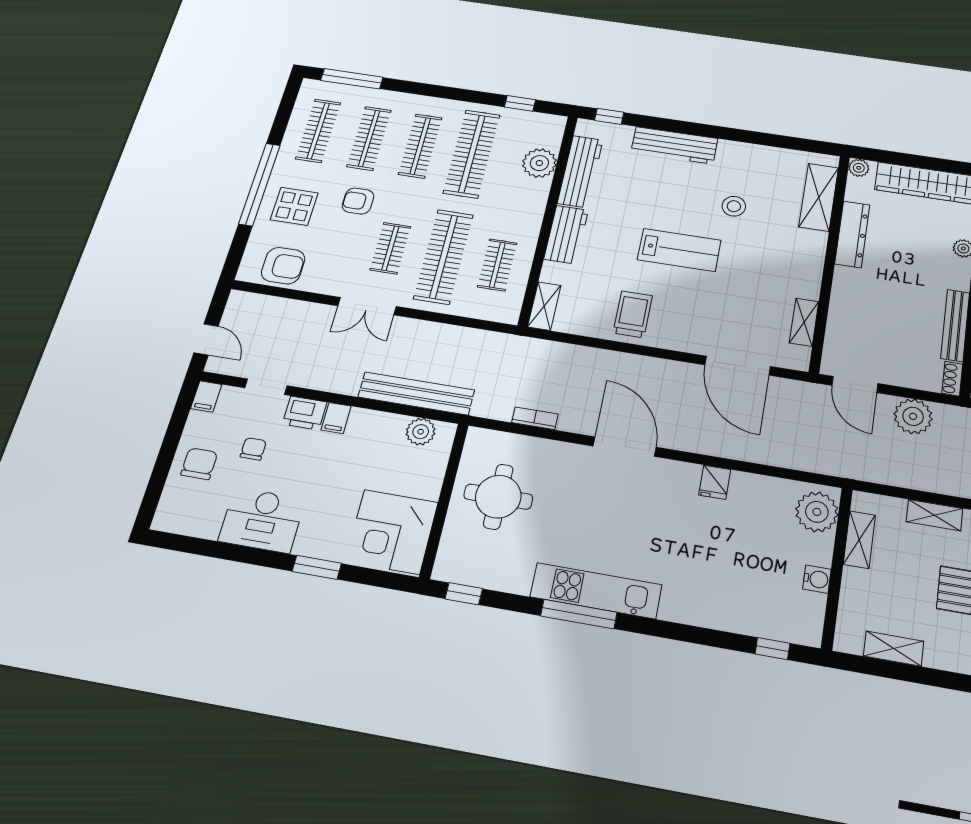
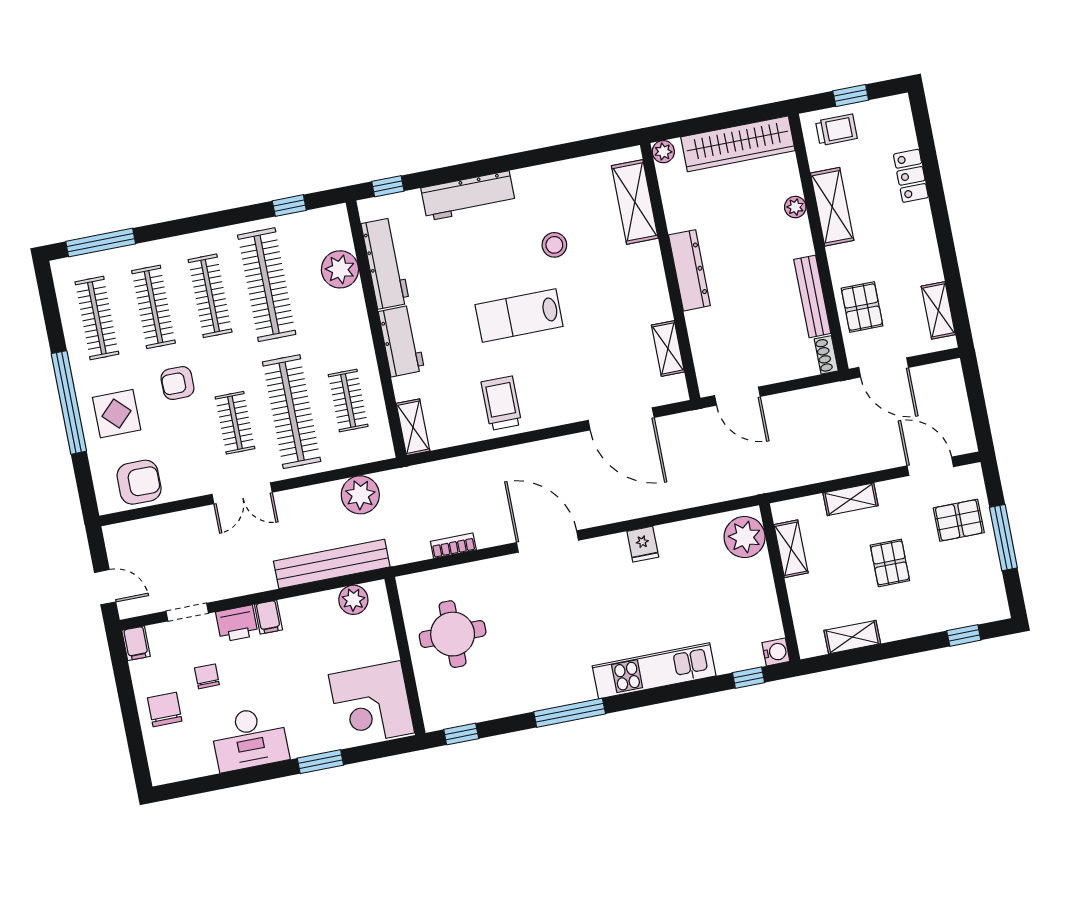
dresser: (852, 234) -> (689, 270), moved
lab bench: (679, 250) -> (519, 315), turned 180
plant: (913, 416) -> (360, 495), moved
water cooler: (817, 579) -> (776, 652), moved
kitchen unit: (596, 591) -> (654, 671), moved

